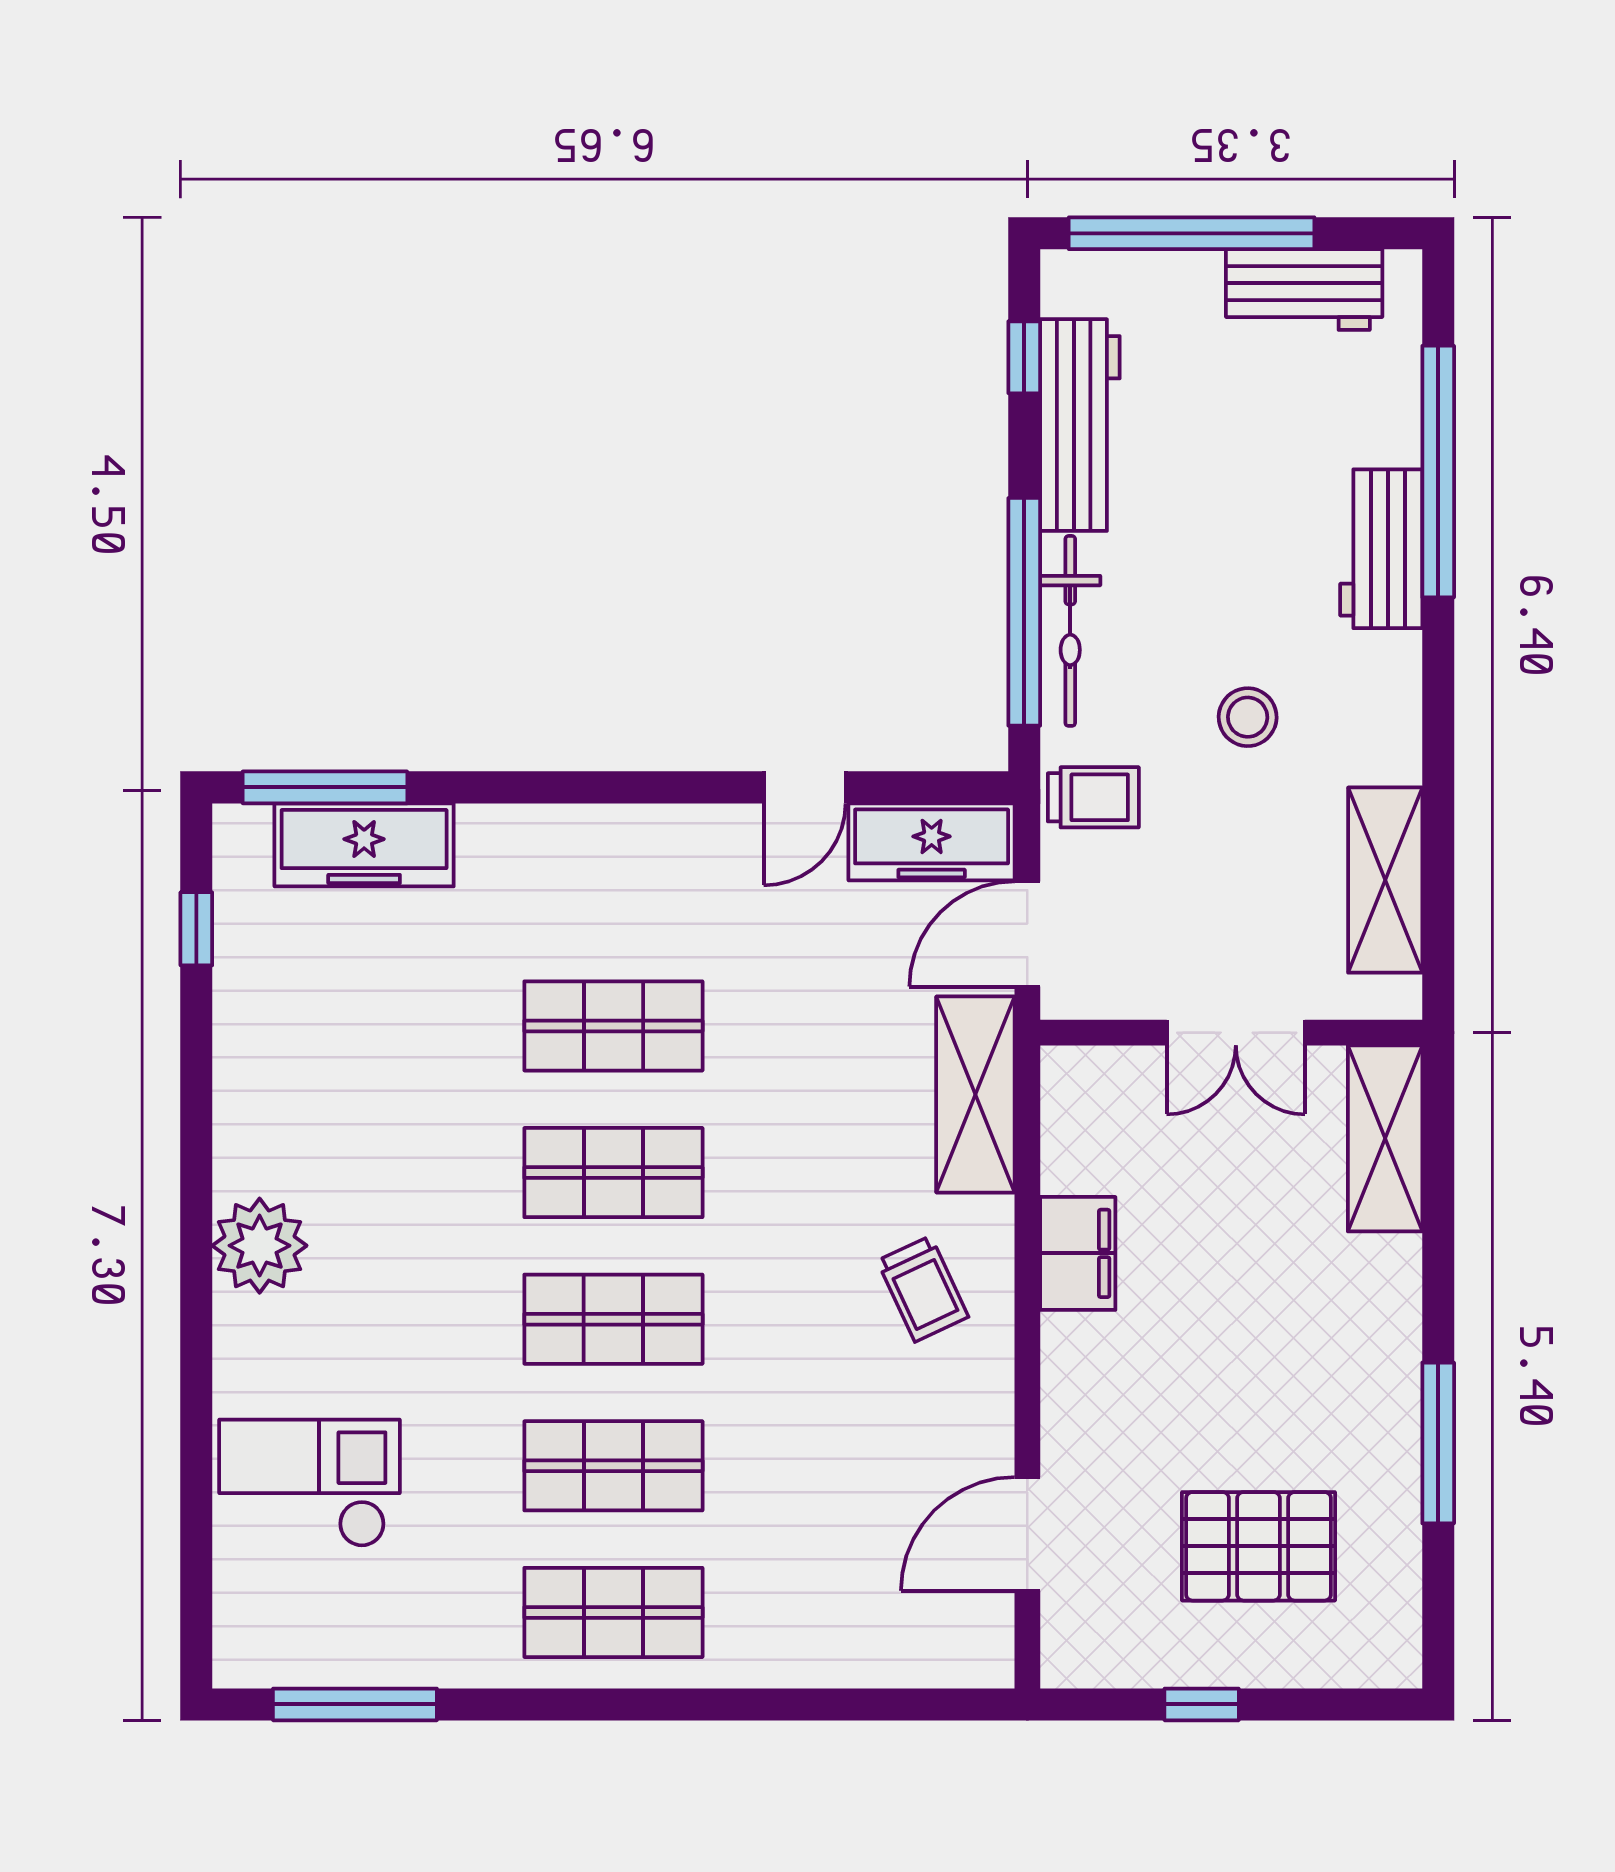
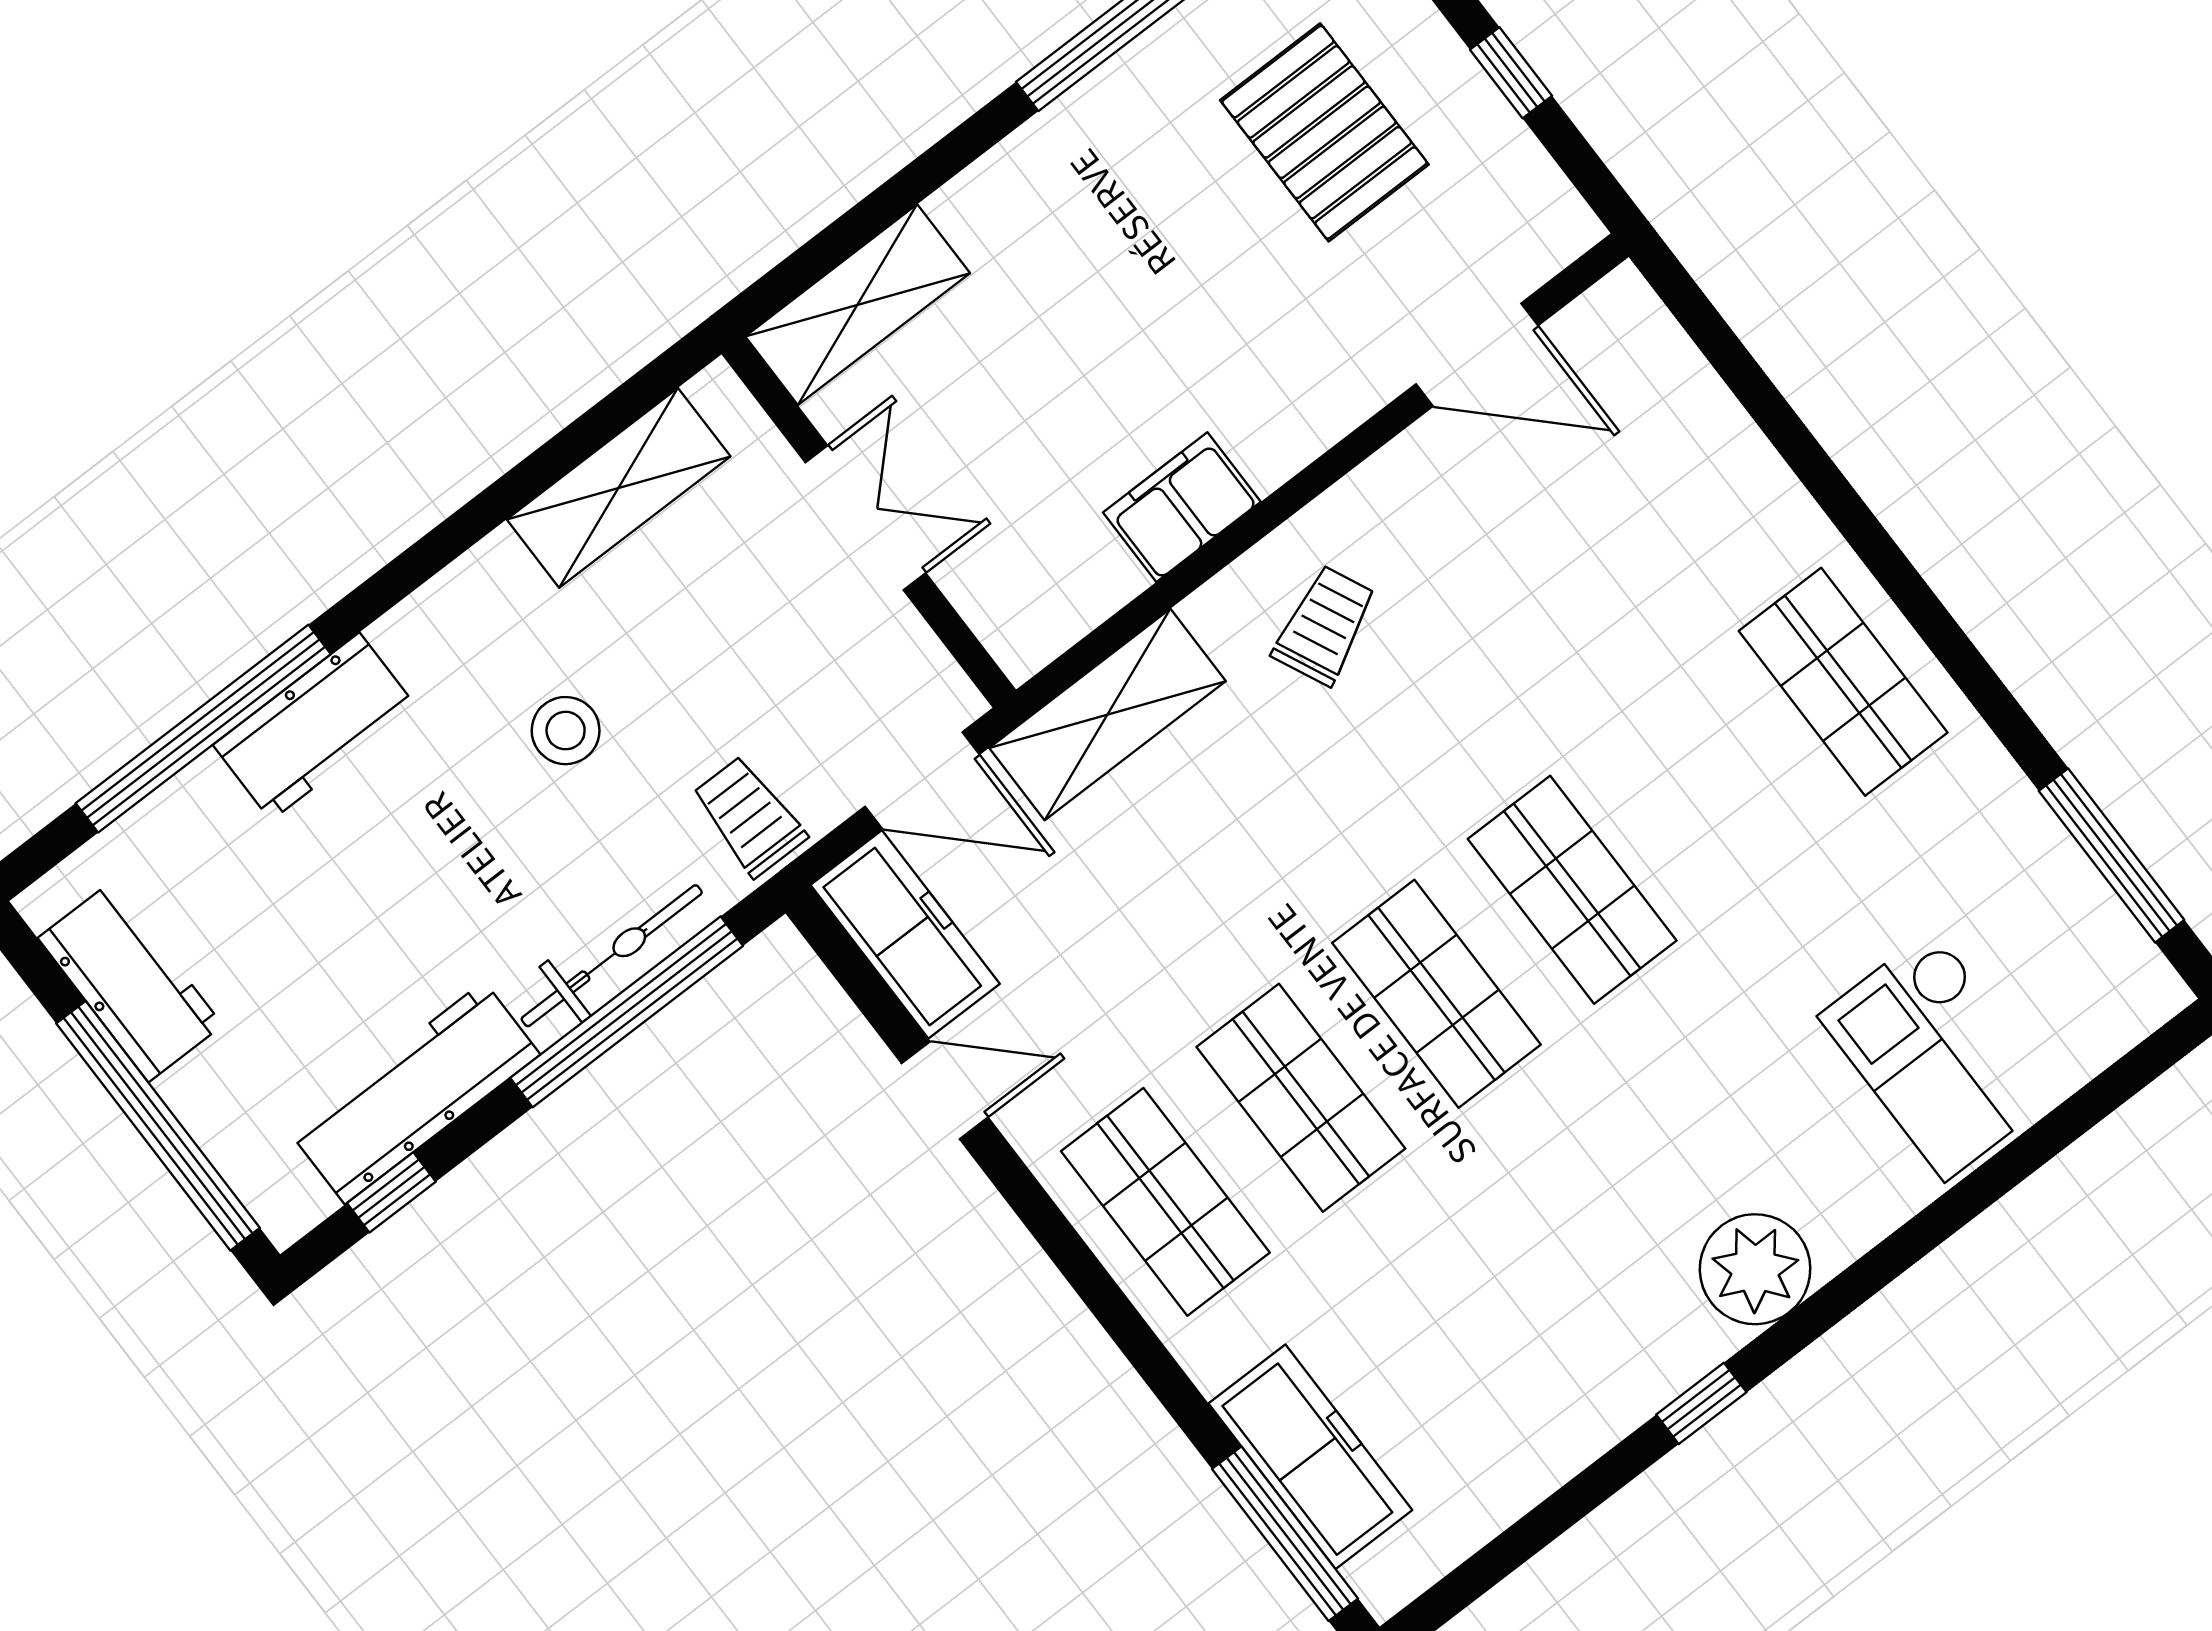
window: (196, 929) -> (1701, 1403), moved
shop shelf: (613, 1466) -> (1165, 1202), moved

